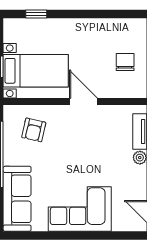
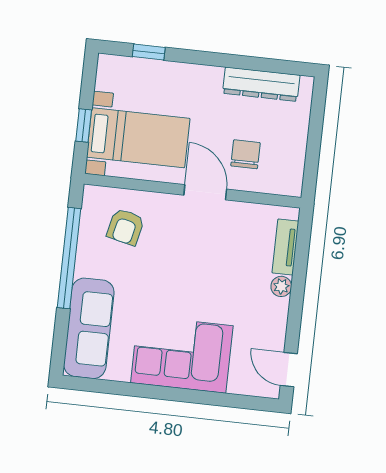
dresser: (112, 27) -> (261, 84), added
chair: (125, 62) -> (245, 154), moved

